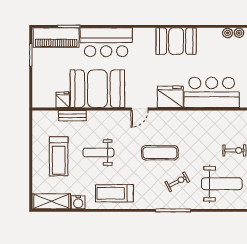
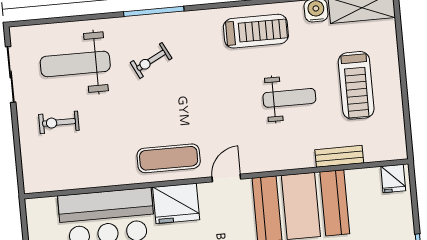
fridge: (63, 100) -> (393, 178), moved
exercise mat: (160, 153) -> (169, 158), moved
treadmill: (59, 156) -> (356, 85), turned 180

